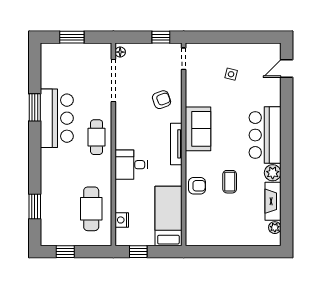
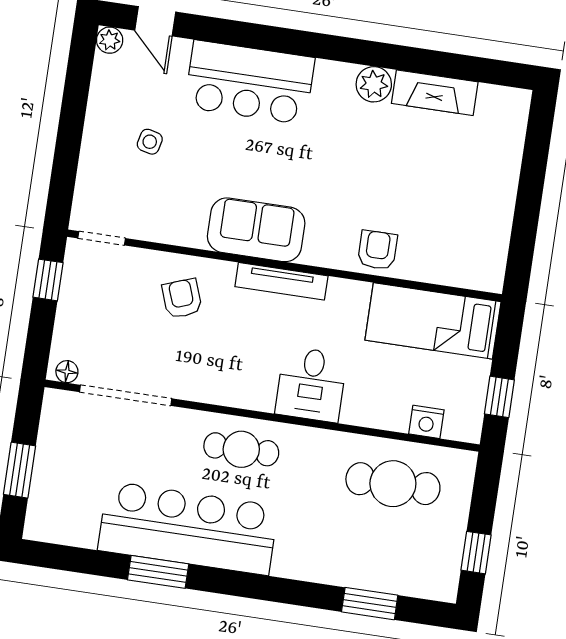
bar counter: (57, 118) -> (188, 528), width x1.36
bar counter: (265, 135) -> (250, 82), moved
coffee table: (230, 182) -> (379, 179), removed
plant: (275, 228) -> (110, 40), moved

